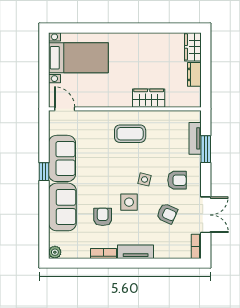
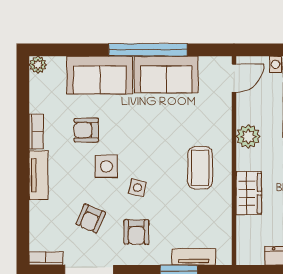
plant: (107, 99) -> (248, 137), added
window: (44, 172) -> (148, 50), width x3.17
armchair: (103, 217) -> (86, 130), turned 180

